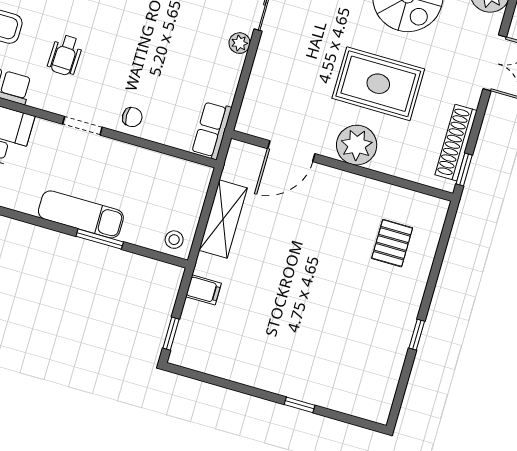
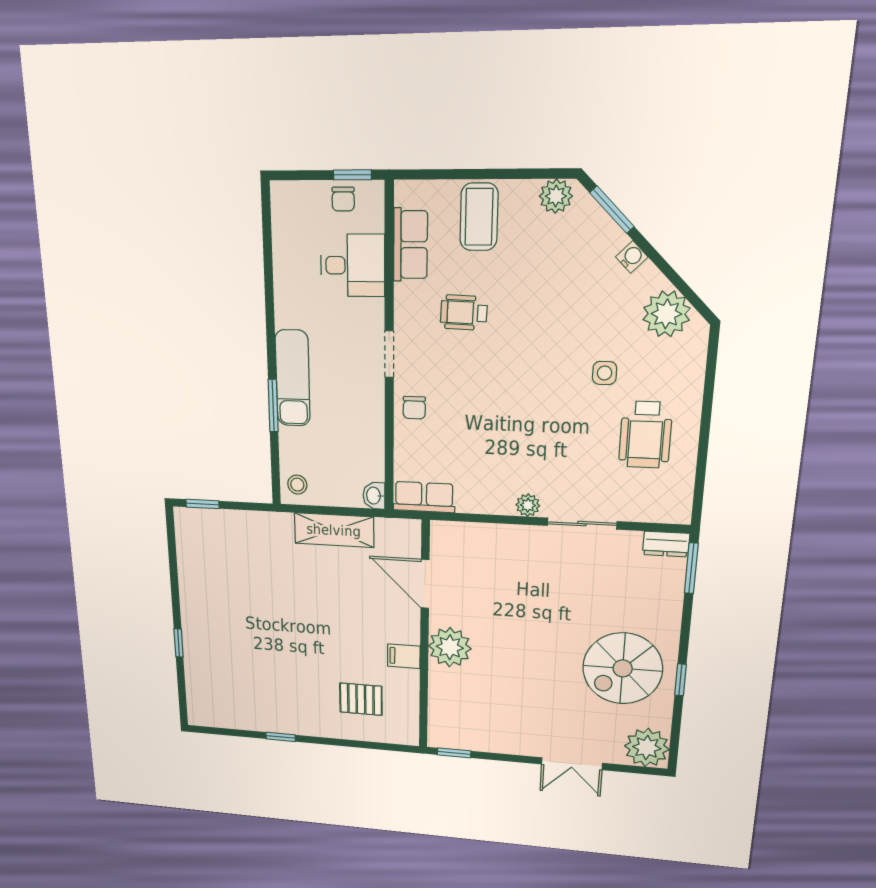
rug: (378, 84) -> (520, 656), removed
shoe rack: (456, 143) -> (479, 741), removed
washbasin: (200, 174) -> (374, 496), added
filing cabinet: (203, 290) -> (404, 656), moved, turned 90

